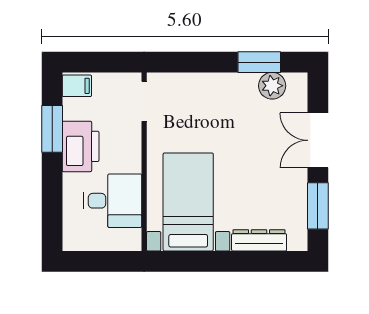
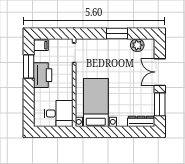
window: (259, 62) -> (117, 33), moved
desk: (113, 201) -> (59, 113), moved
dresser: (259, 240) -> (141, 121), moved

